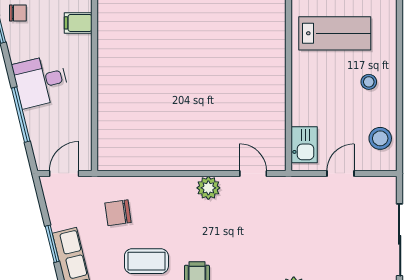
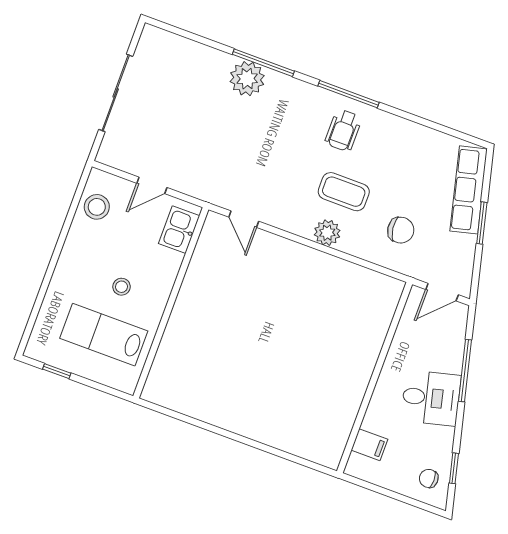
stool: (369, 82) -> (121, 287), moved
plant: (208, 188) -> (327, 233), moved
coffee table: (146, 261) -> (344, 192), moved

